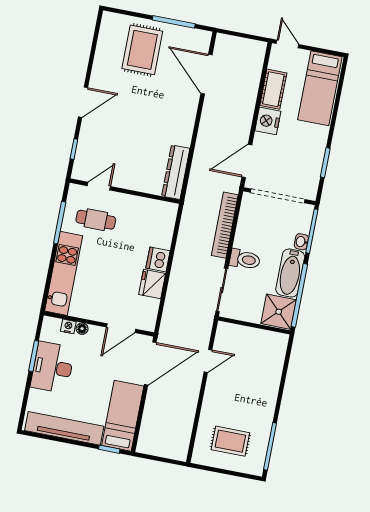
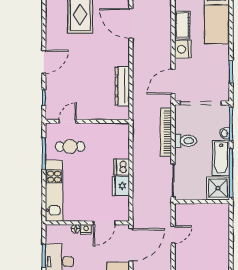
dresser: (176, 172) -> (122, 86), moved
toilet: (245, 259) -> (186, 141), moved
nightstand: (68, 326) -> (86, 229), moved

